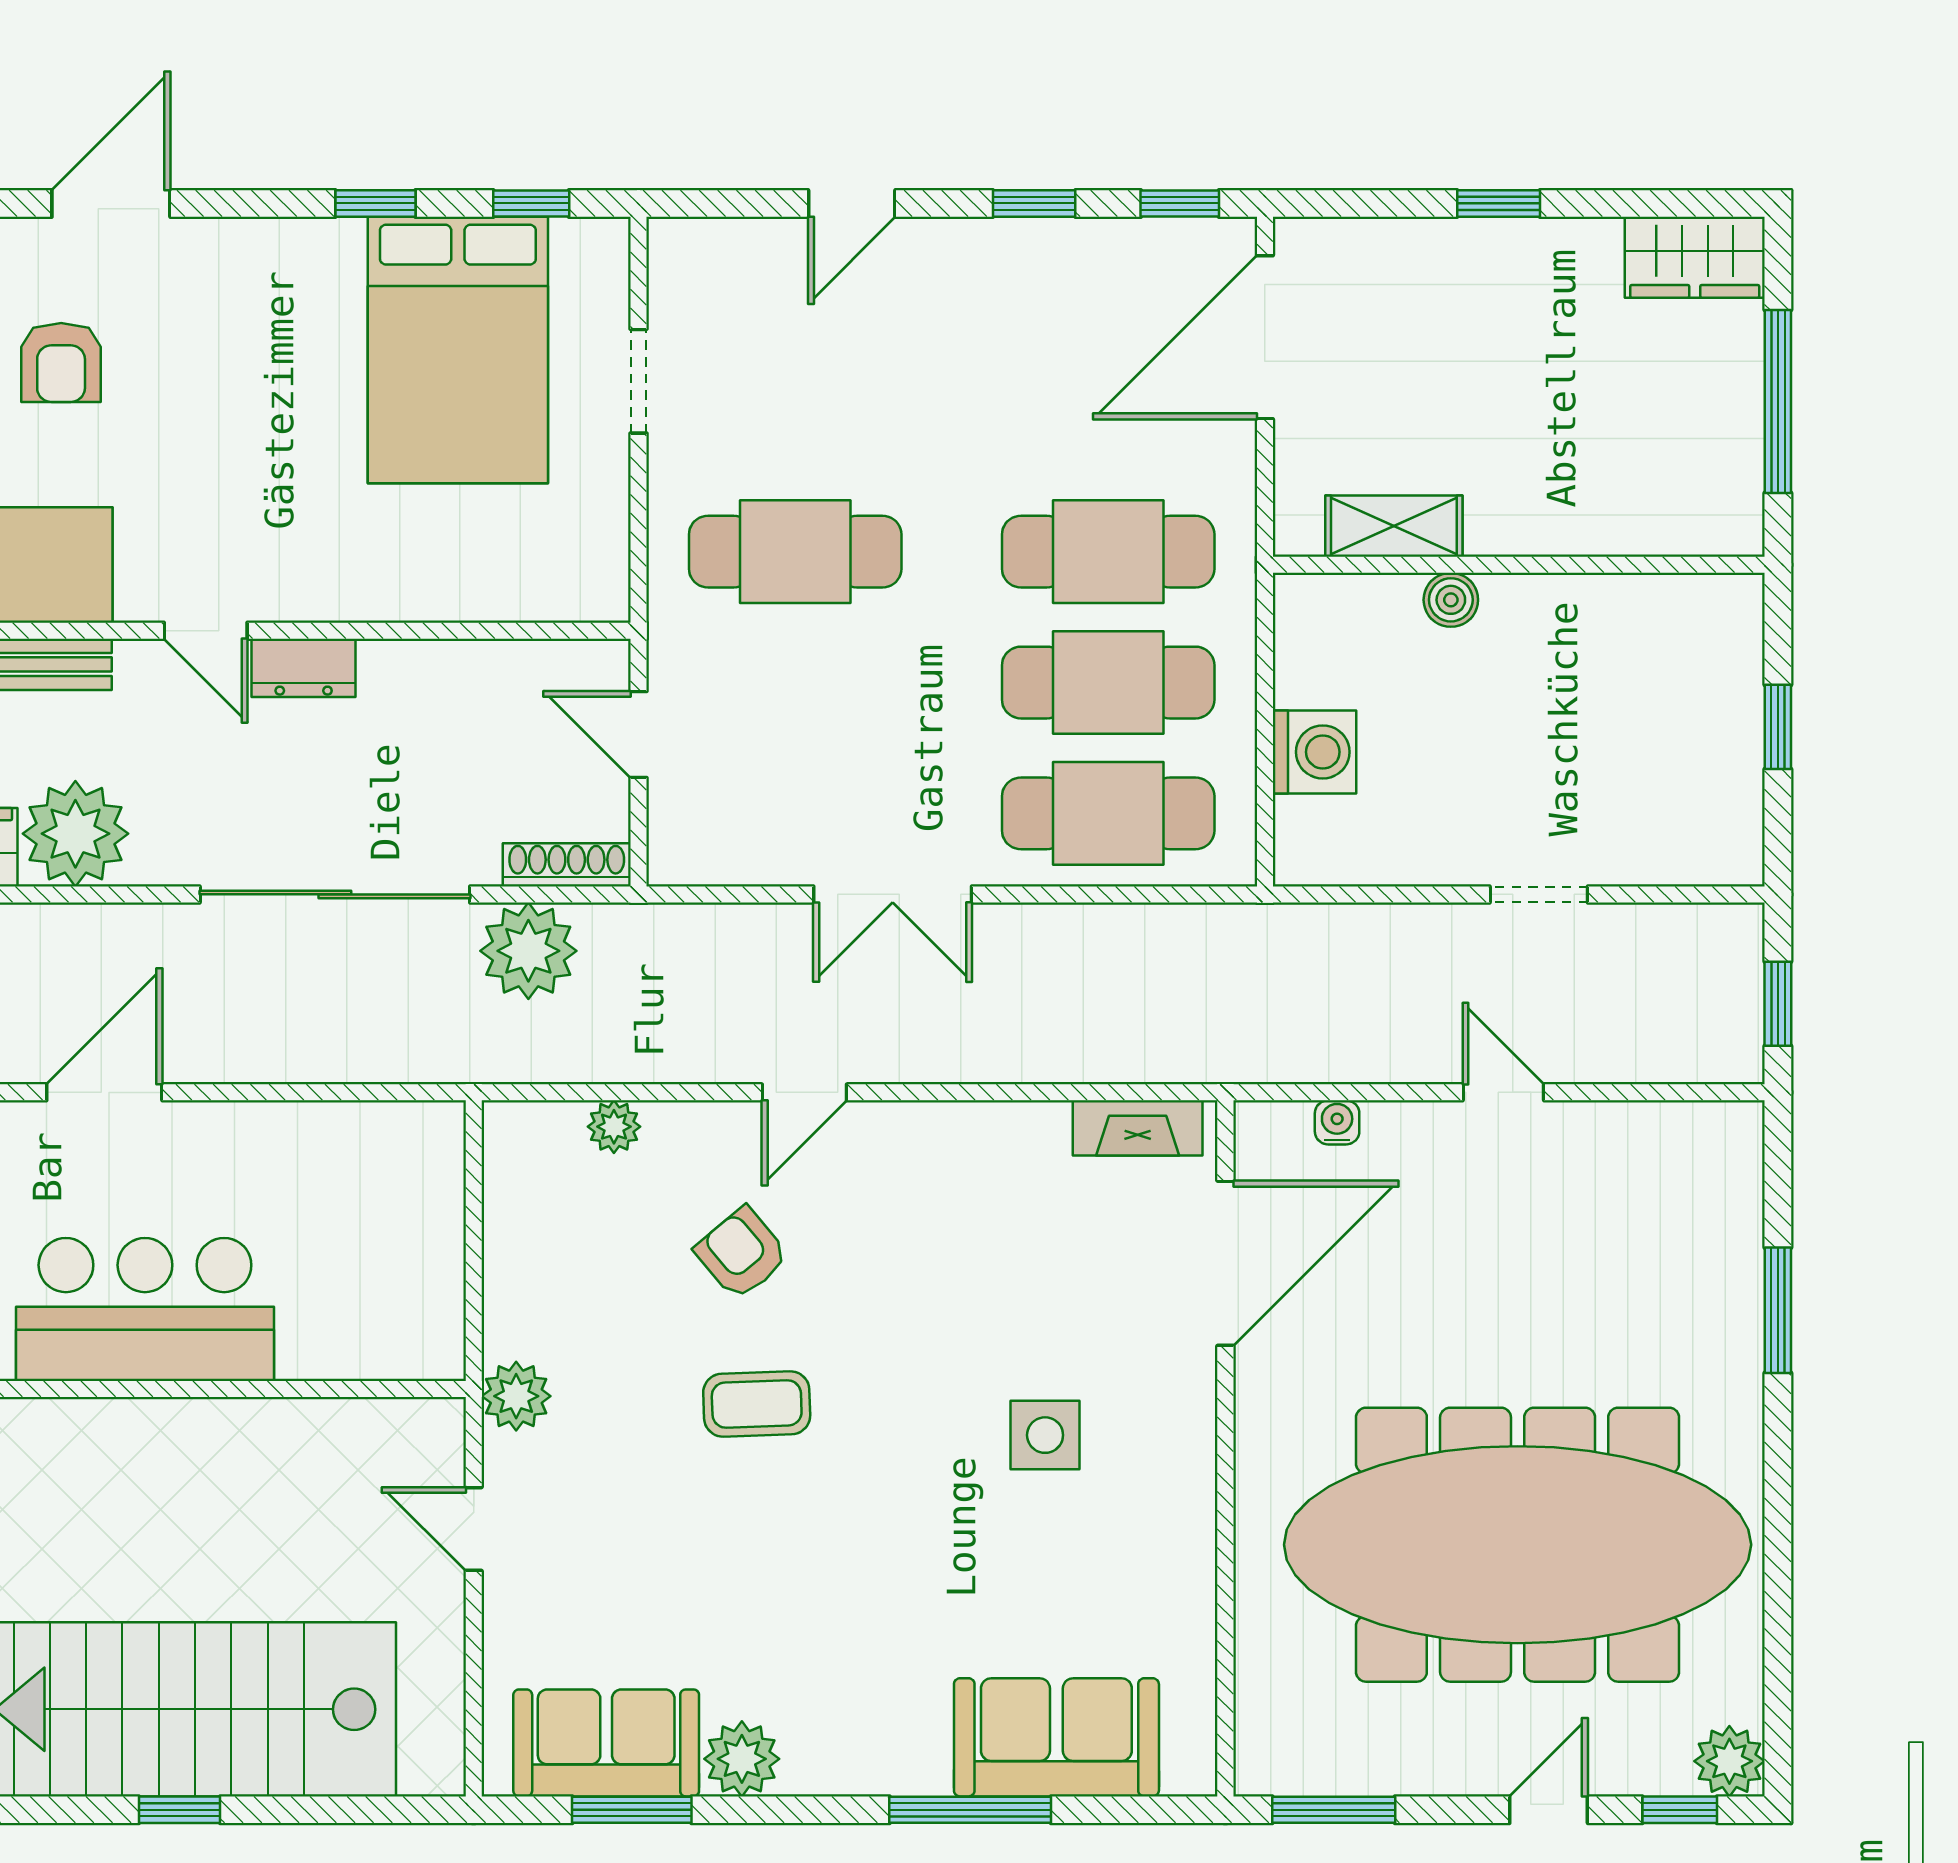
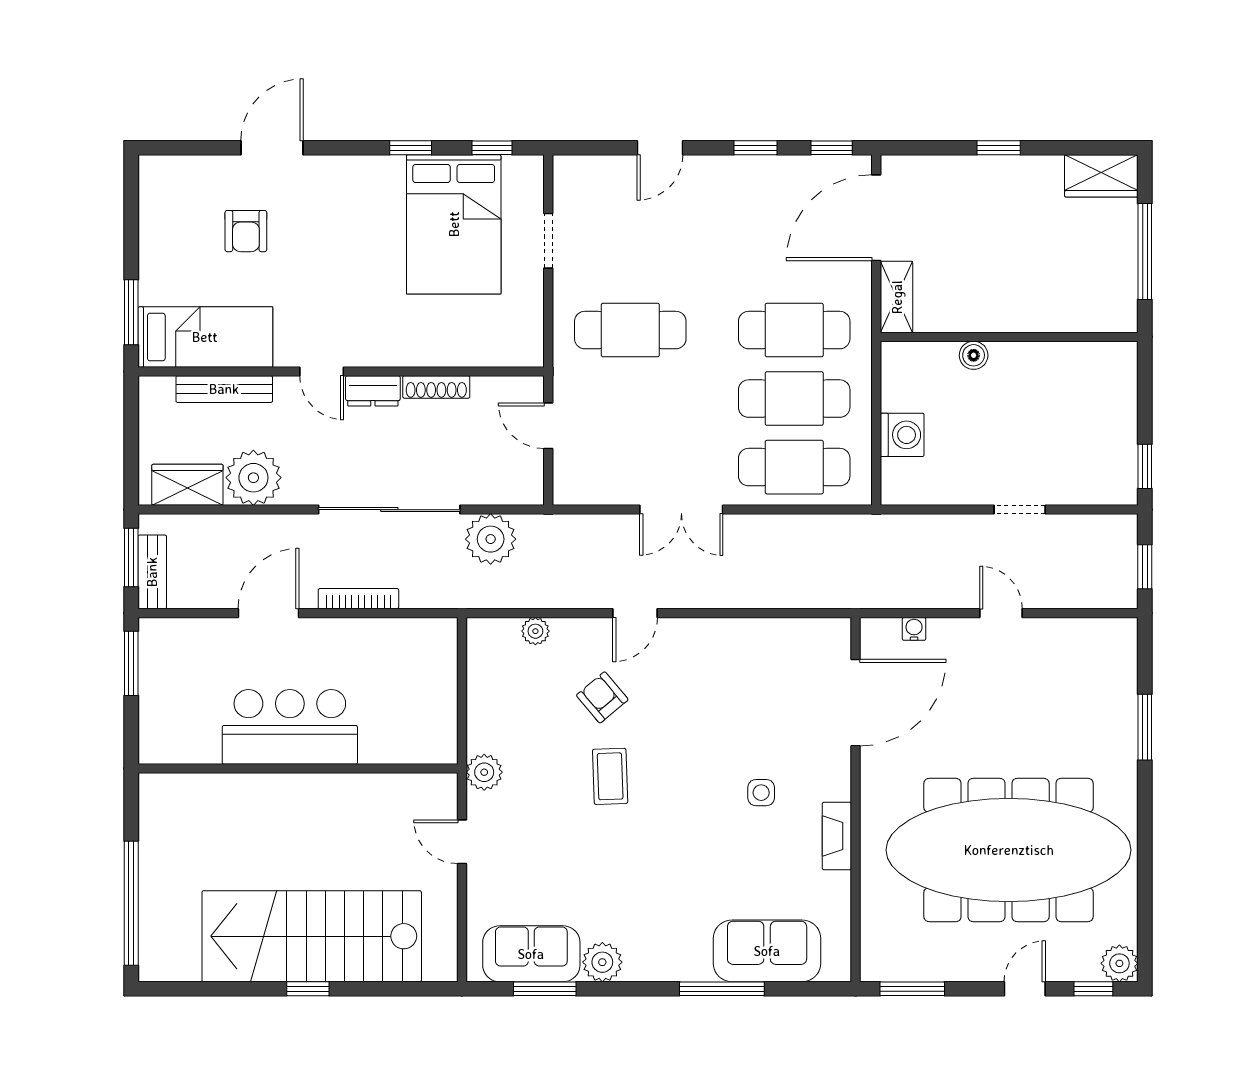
shelving: (1394, 526) -> (897, 297), moved, turned 90
window: (1778, 727) -> (1145, 466), moved
shoe rack: (567, 865) -> (436, 387), moved, turned 180
bookcase: (276, 1065) -> (358, 599), added
fireplace: (1138, 1128) -> (837, 836), moved, turned 90
coffee table: (757, 1404) -> (610, 776), turned 90
side table: (1045, 1435) -> (761, 793), width x0.73, depth x0.73

